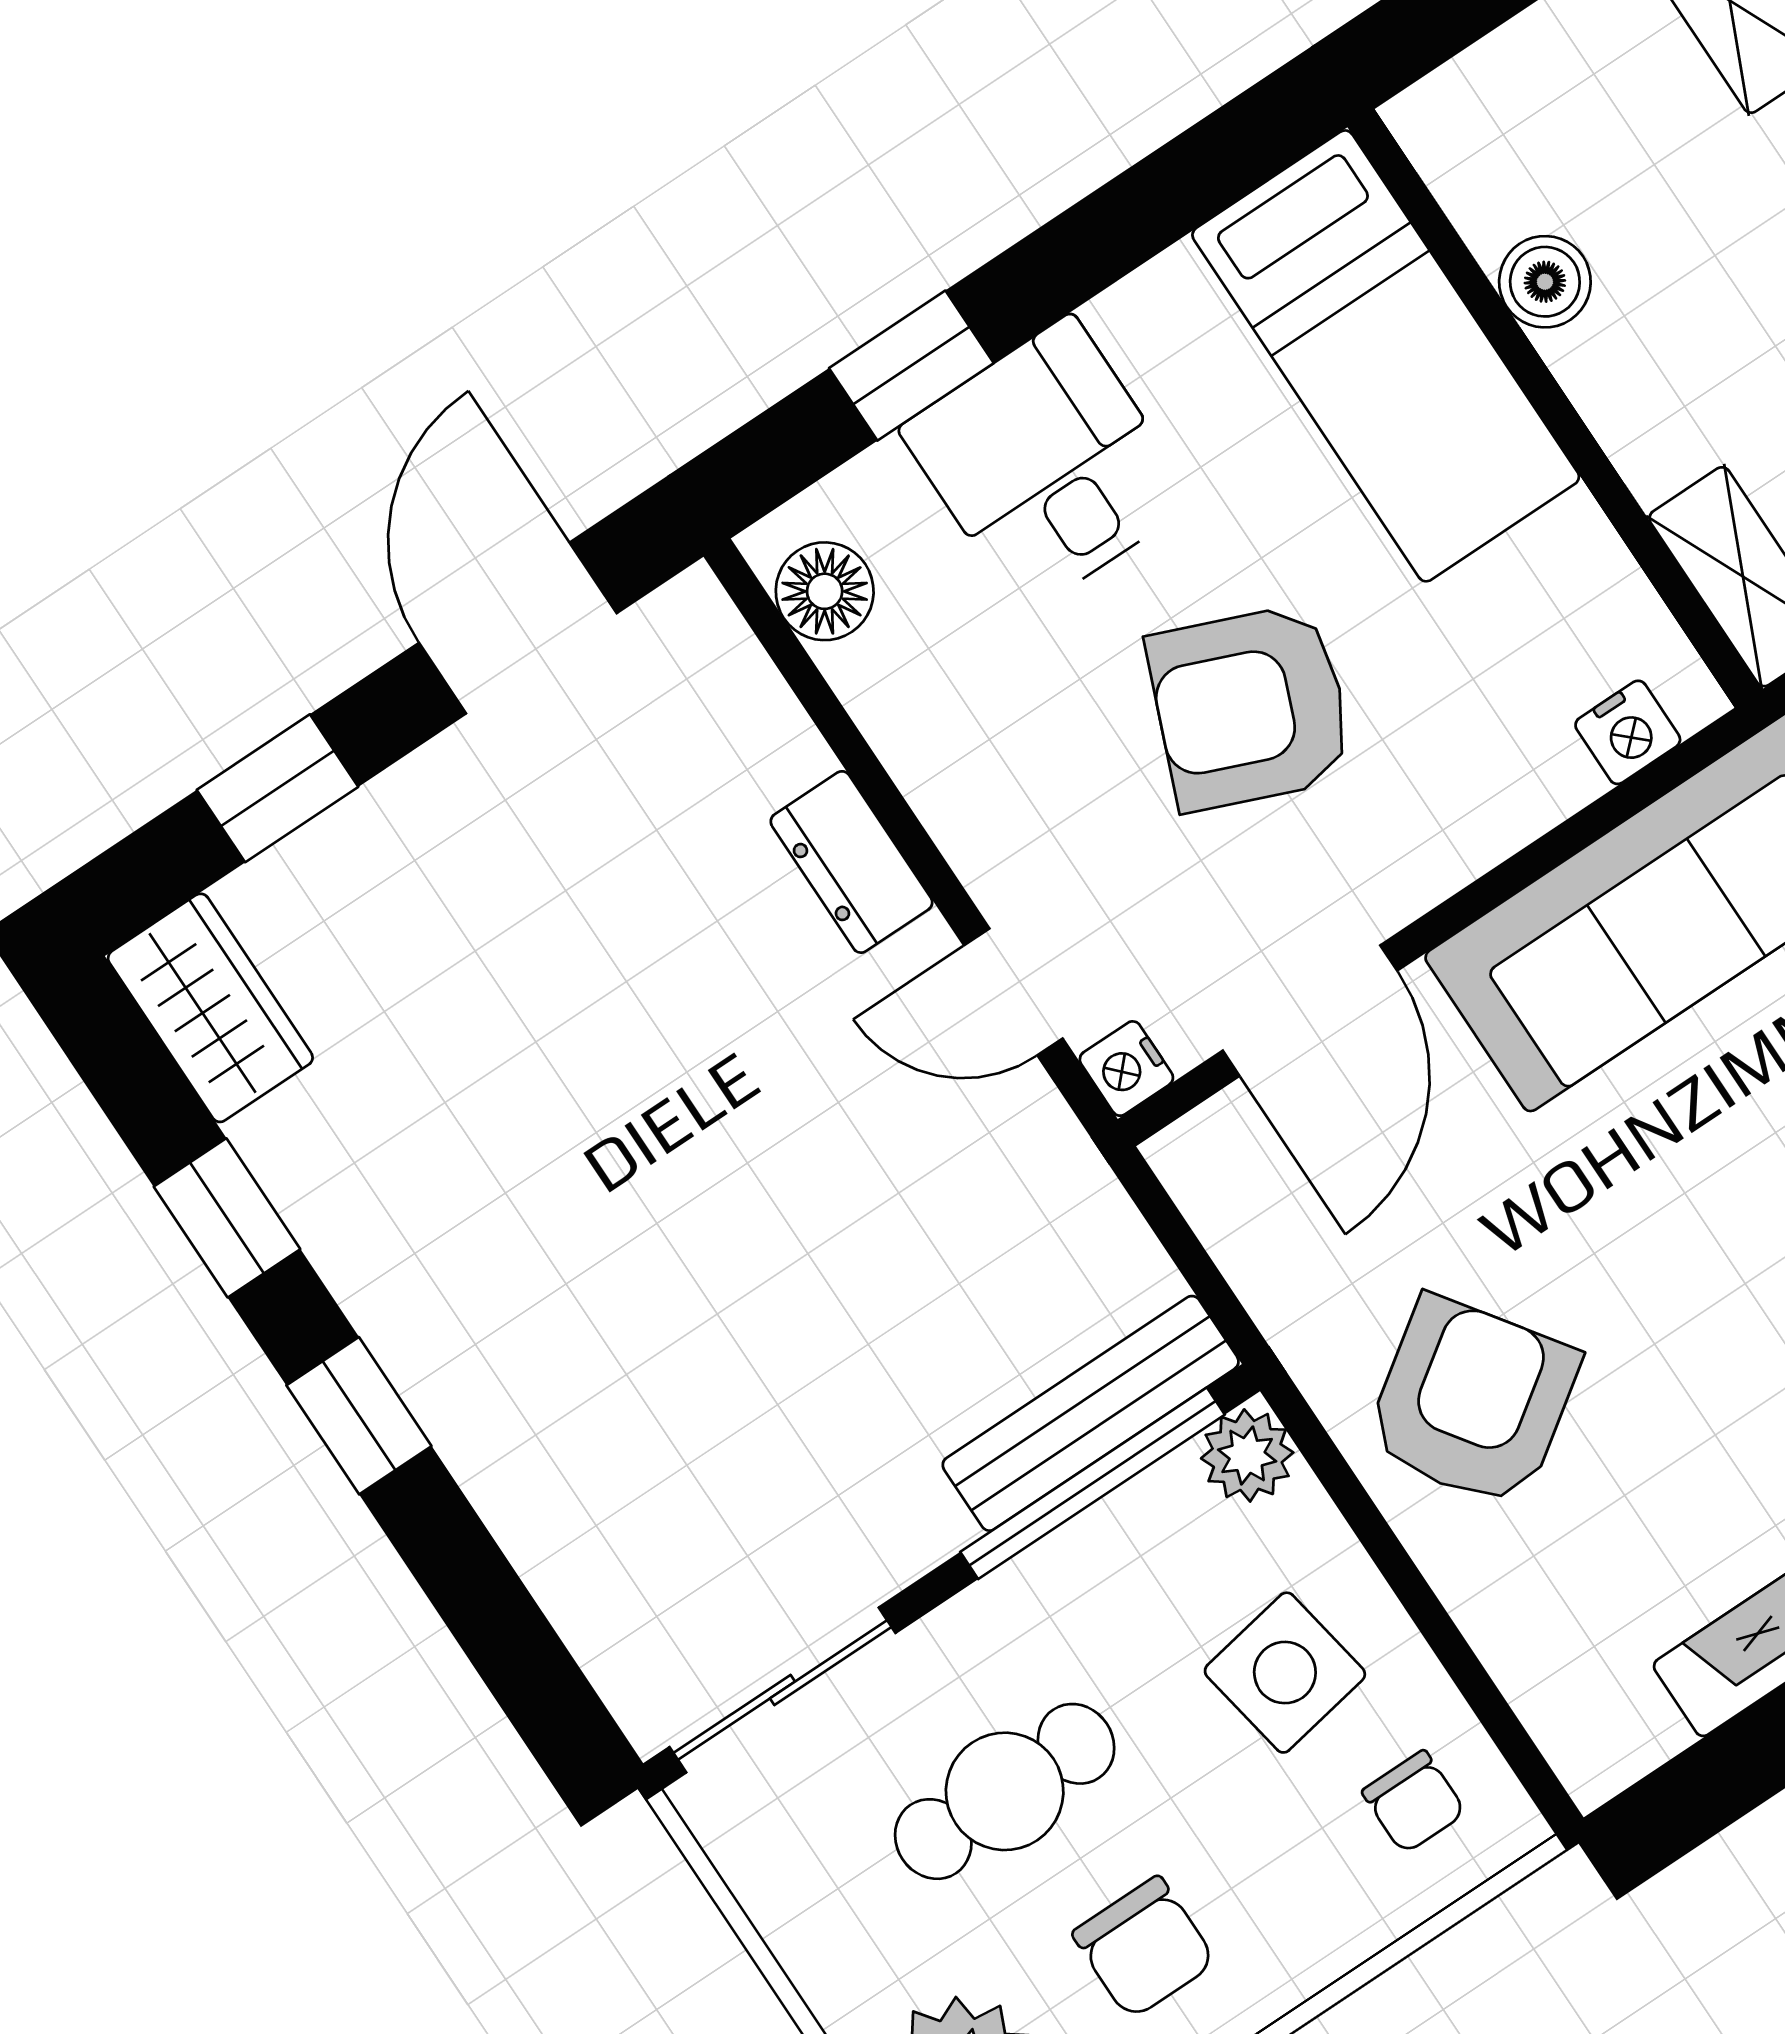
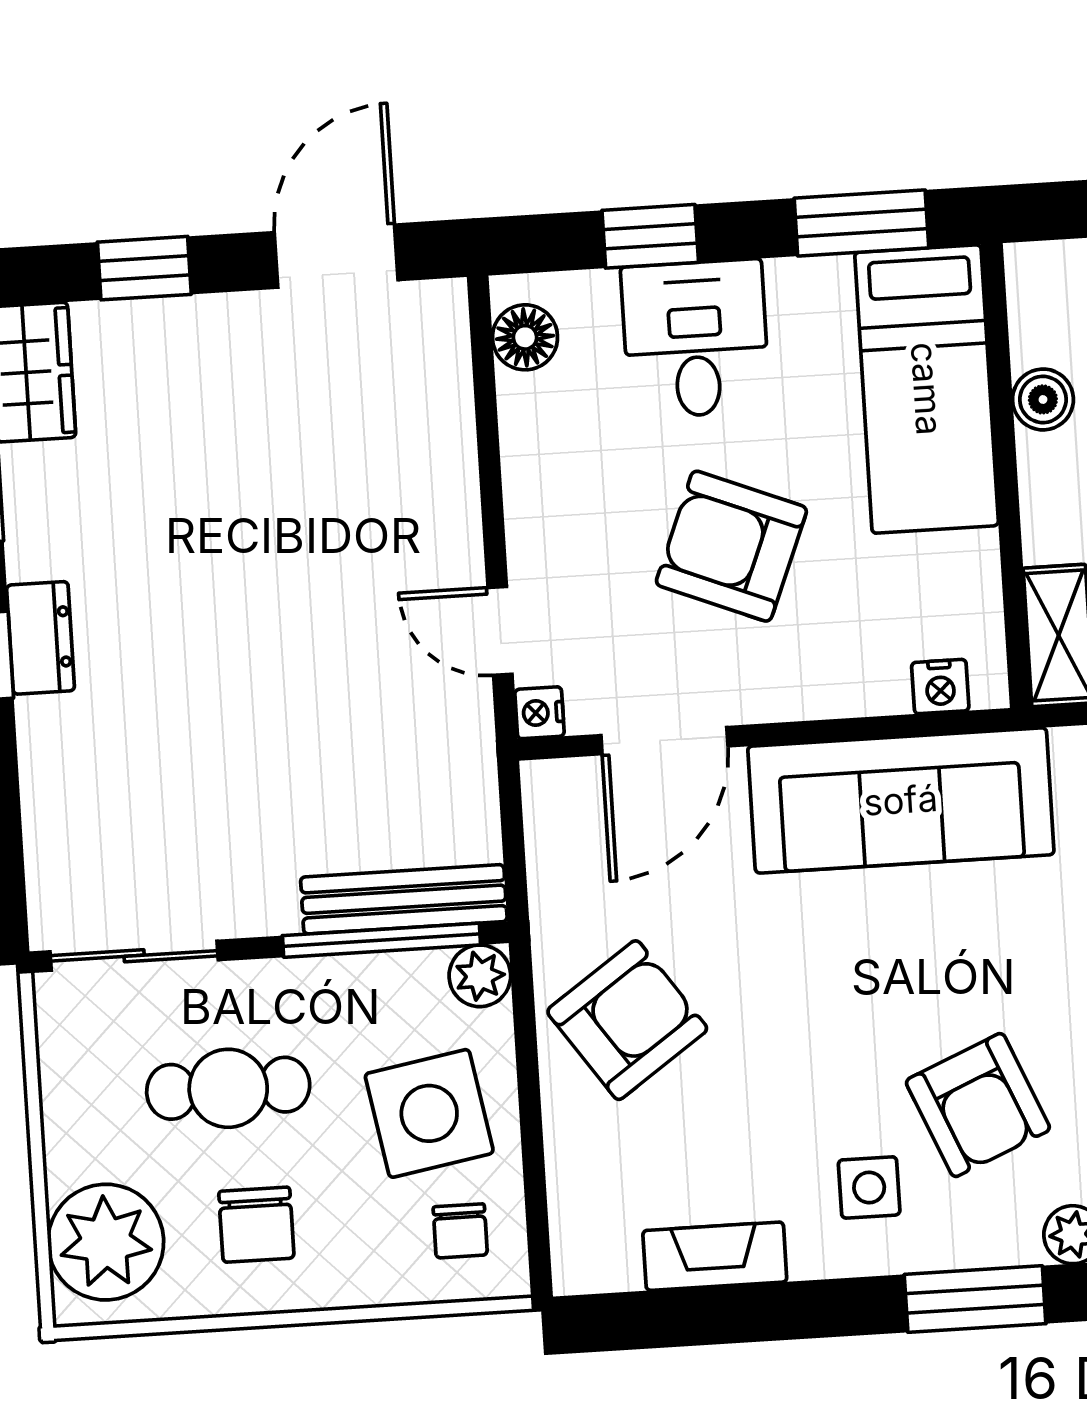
window: (1176, 189) -> (861, 223), added
dresser: (851, 862) -> (41, 638), moved, turned 180
side table: (1285, 1673) -> (429, 1113), width x1.37, depth x1.37

